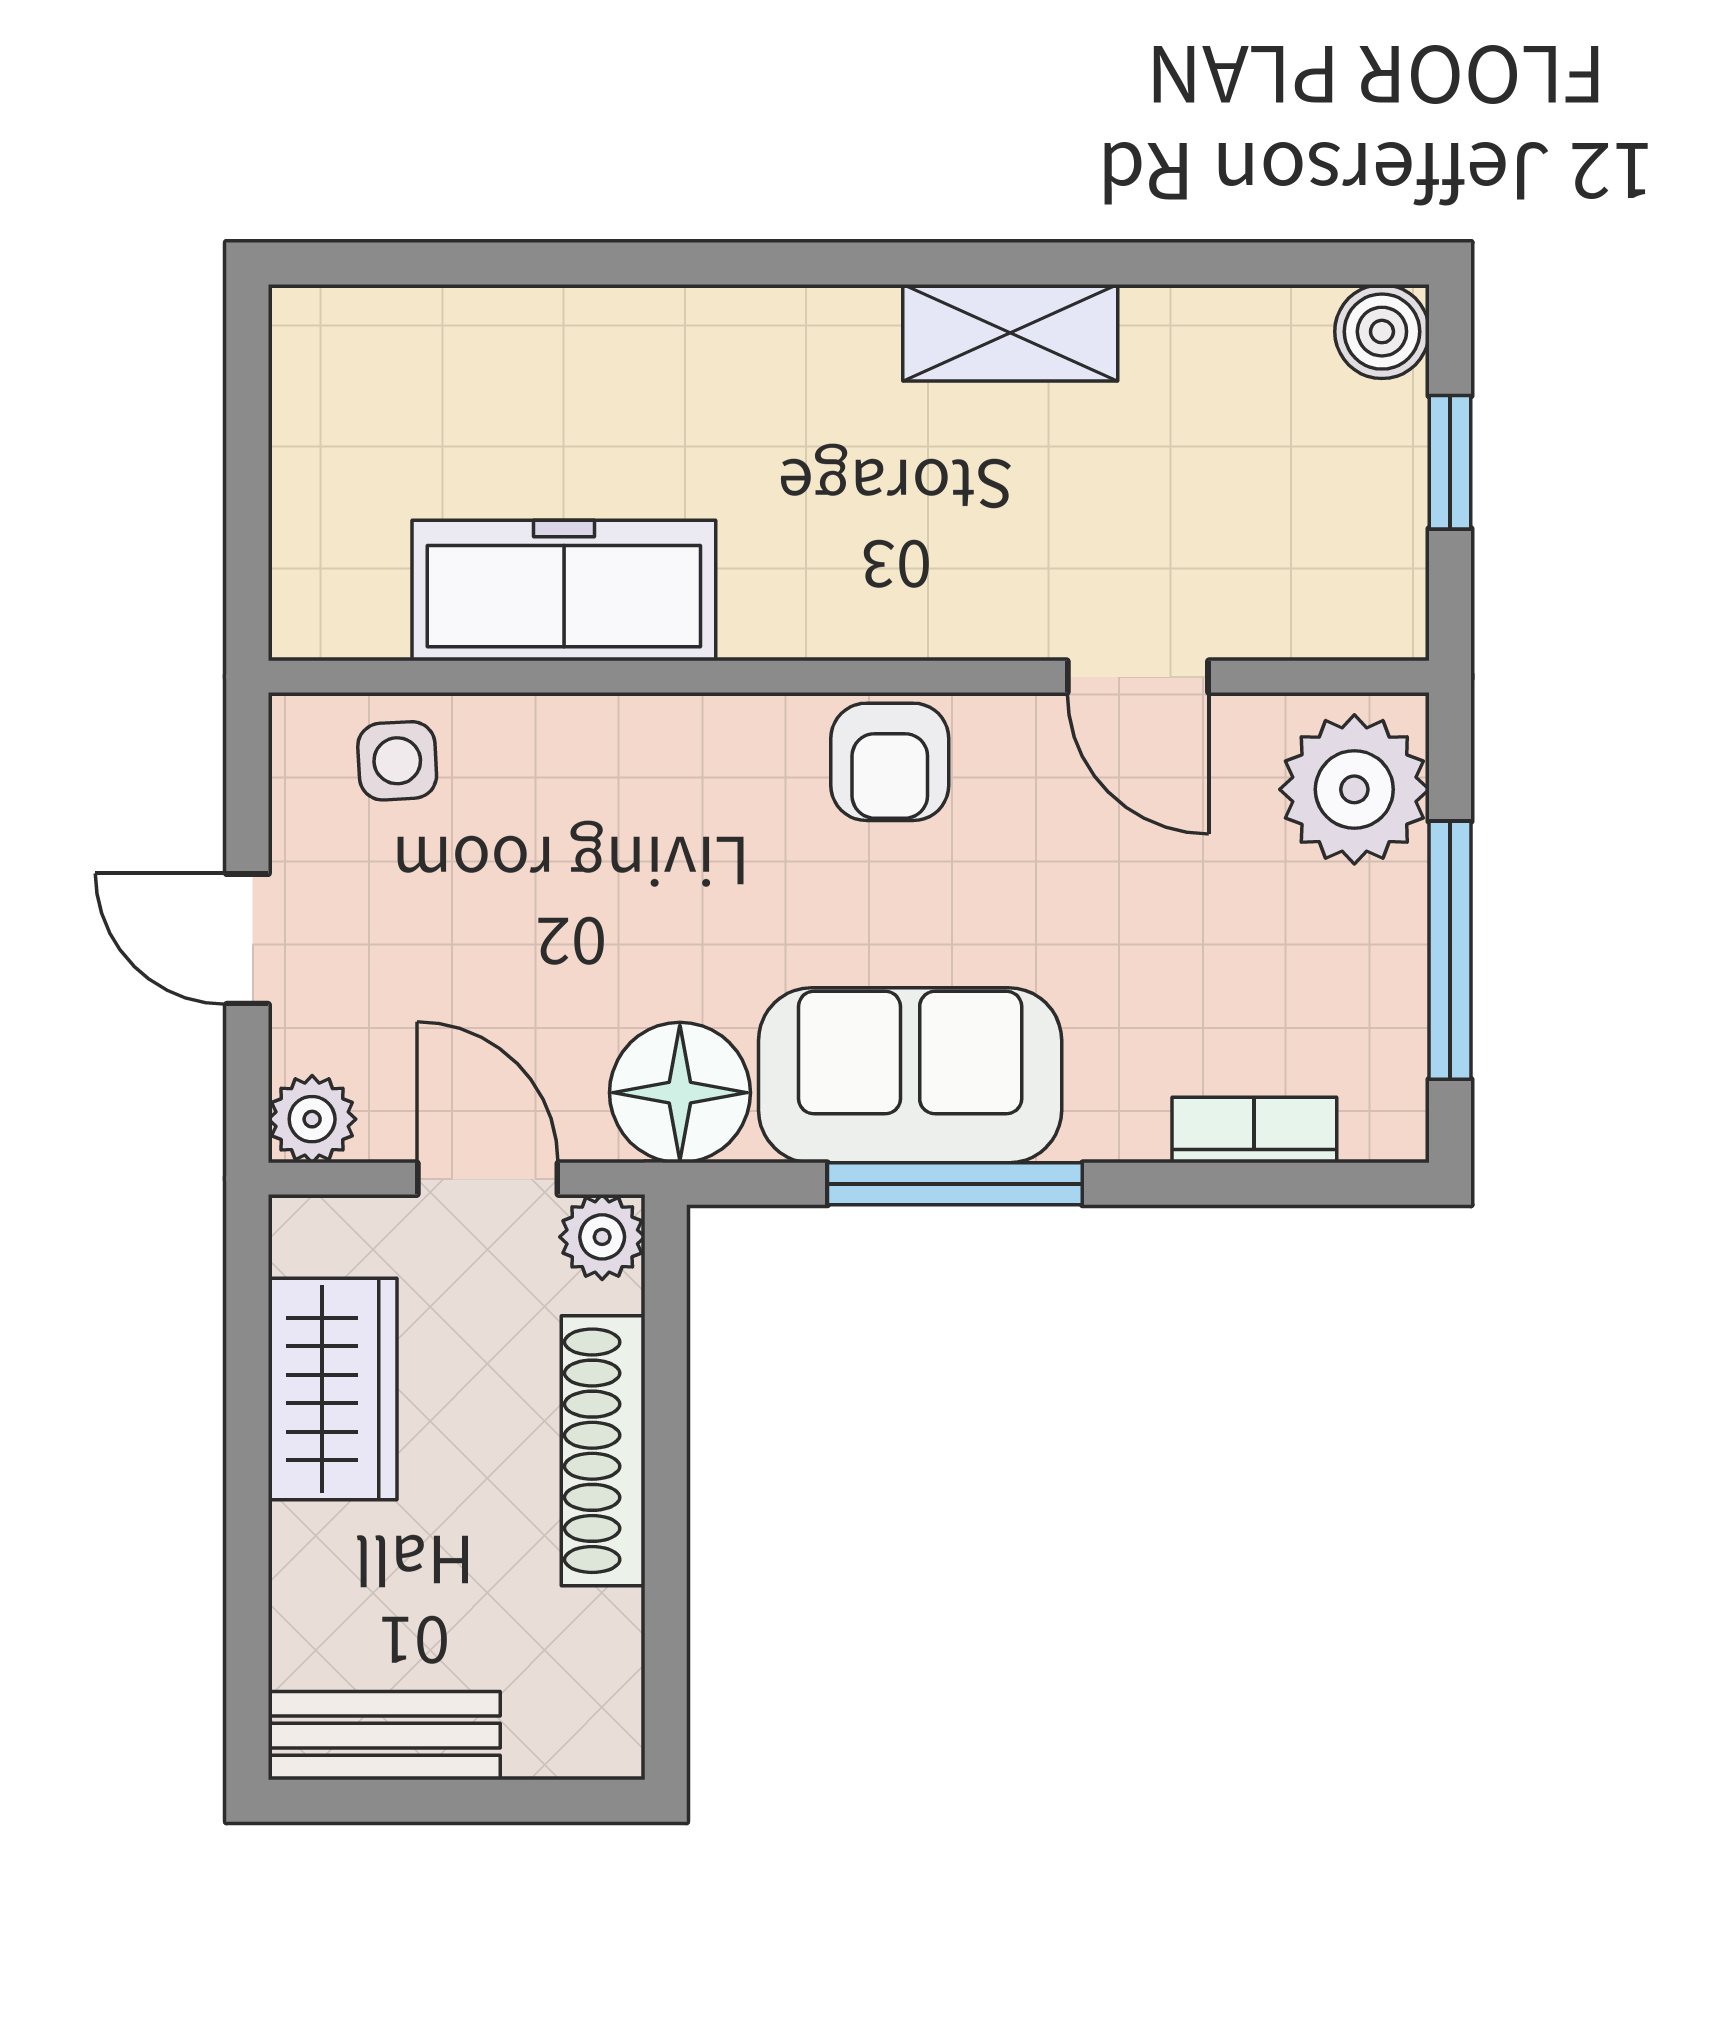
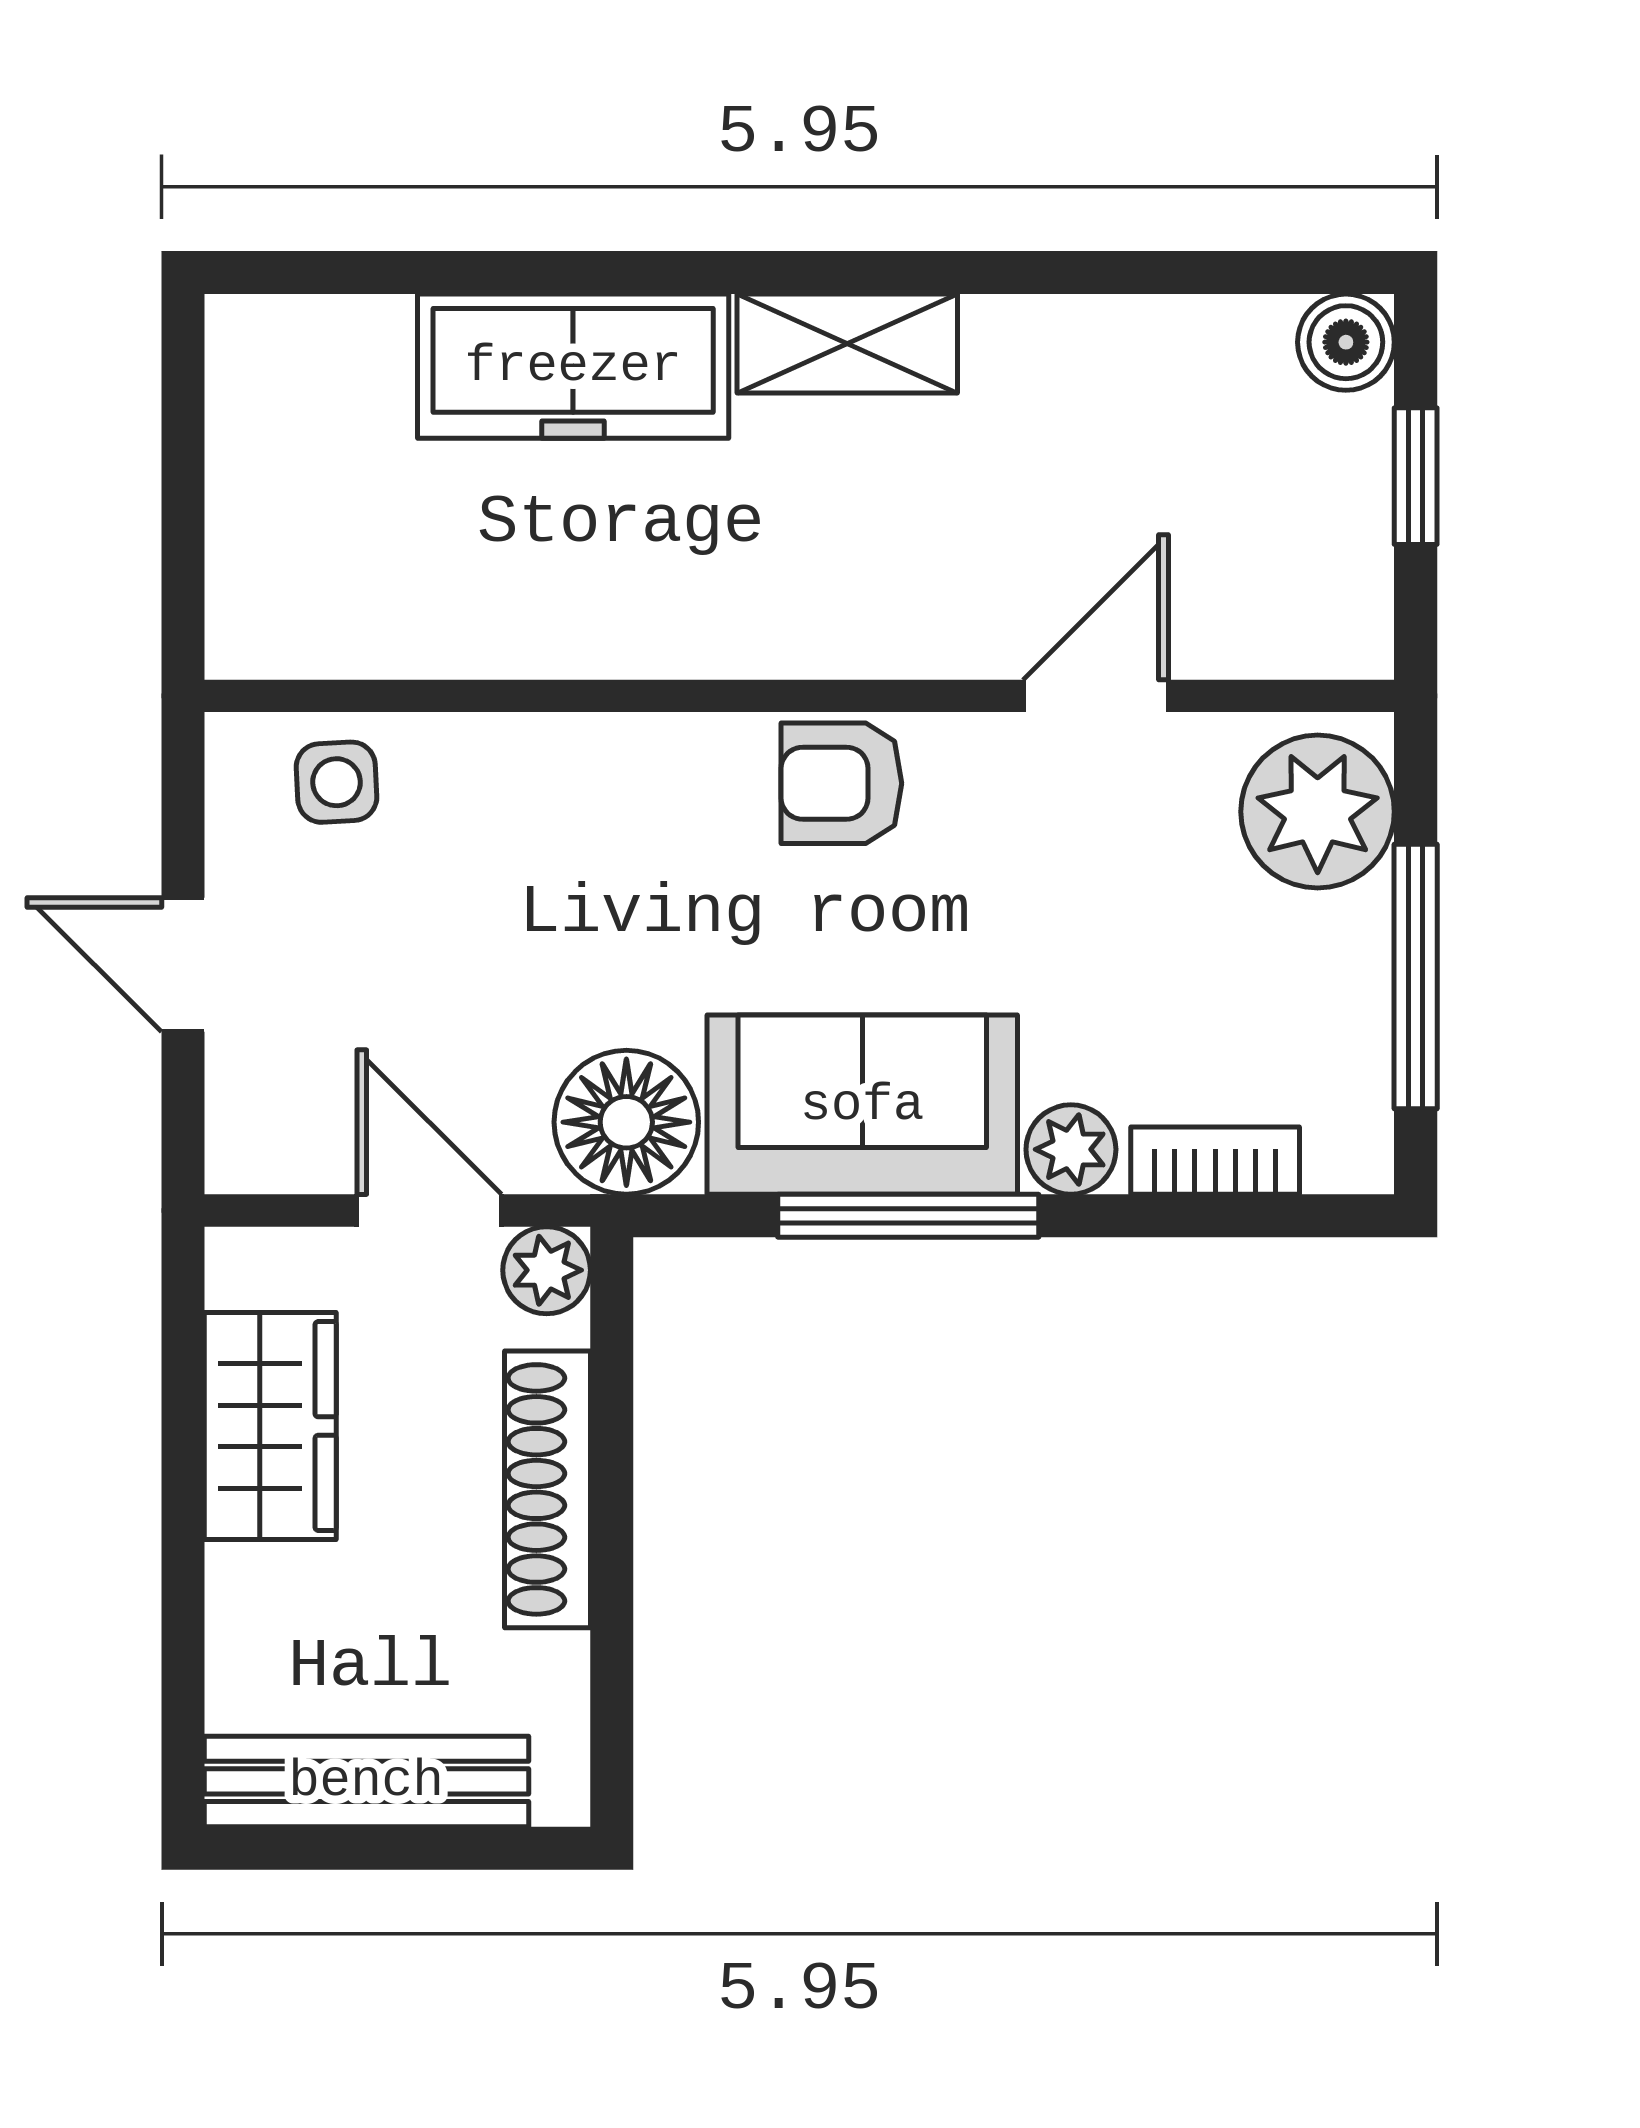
shelving: (1010, 333) -> (847, 343), moved
freezer: (564, 590) -> (573, 366), moved, turned 180
door: (1138, 677) -> (1096, 696), swing flipped
armchair: (890, 762) -> (841, 783), turned 90
plant: (312, 1119) -> (1071, 1149), moved
bench: (384, 1736) -> (366, 1781), width x1.36

